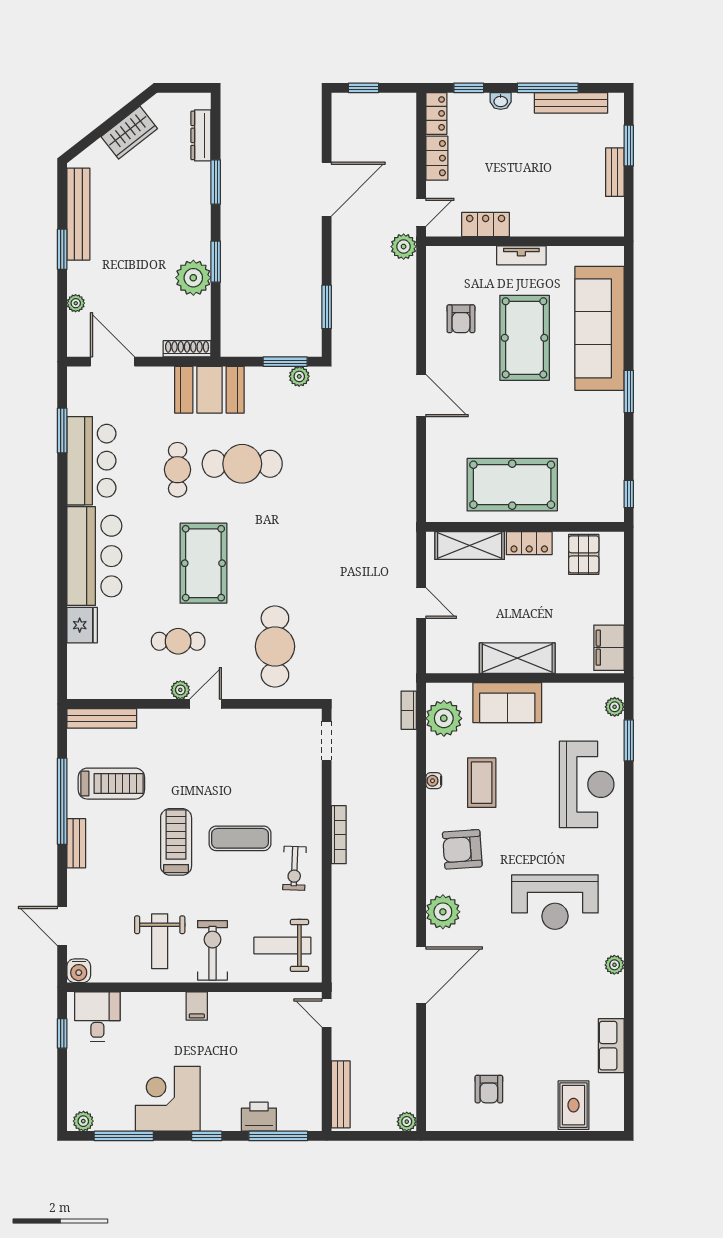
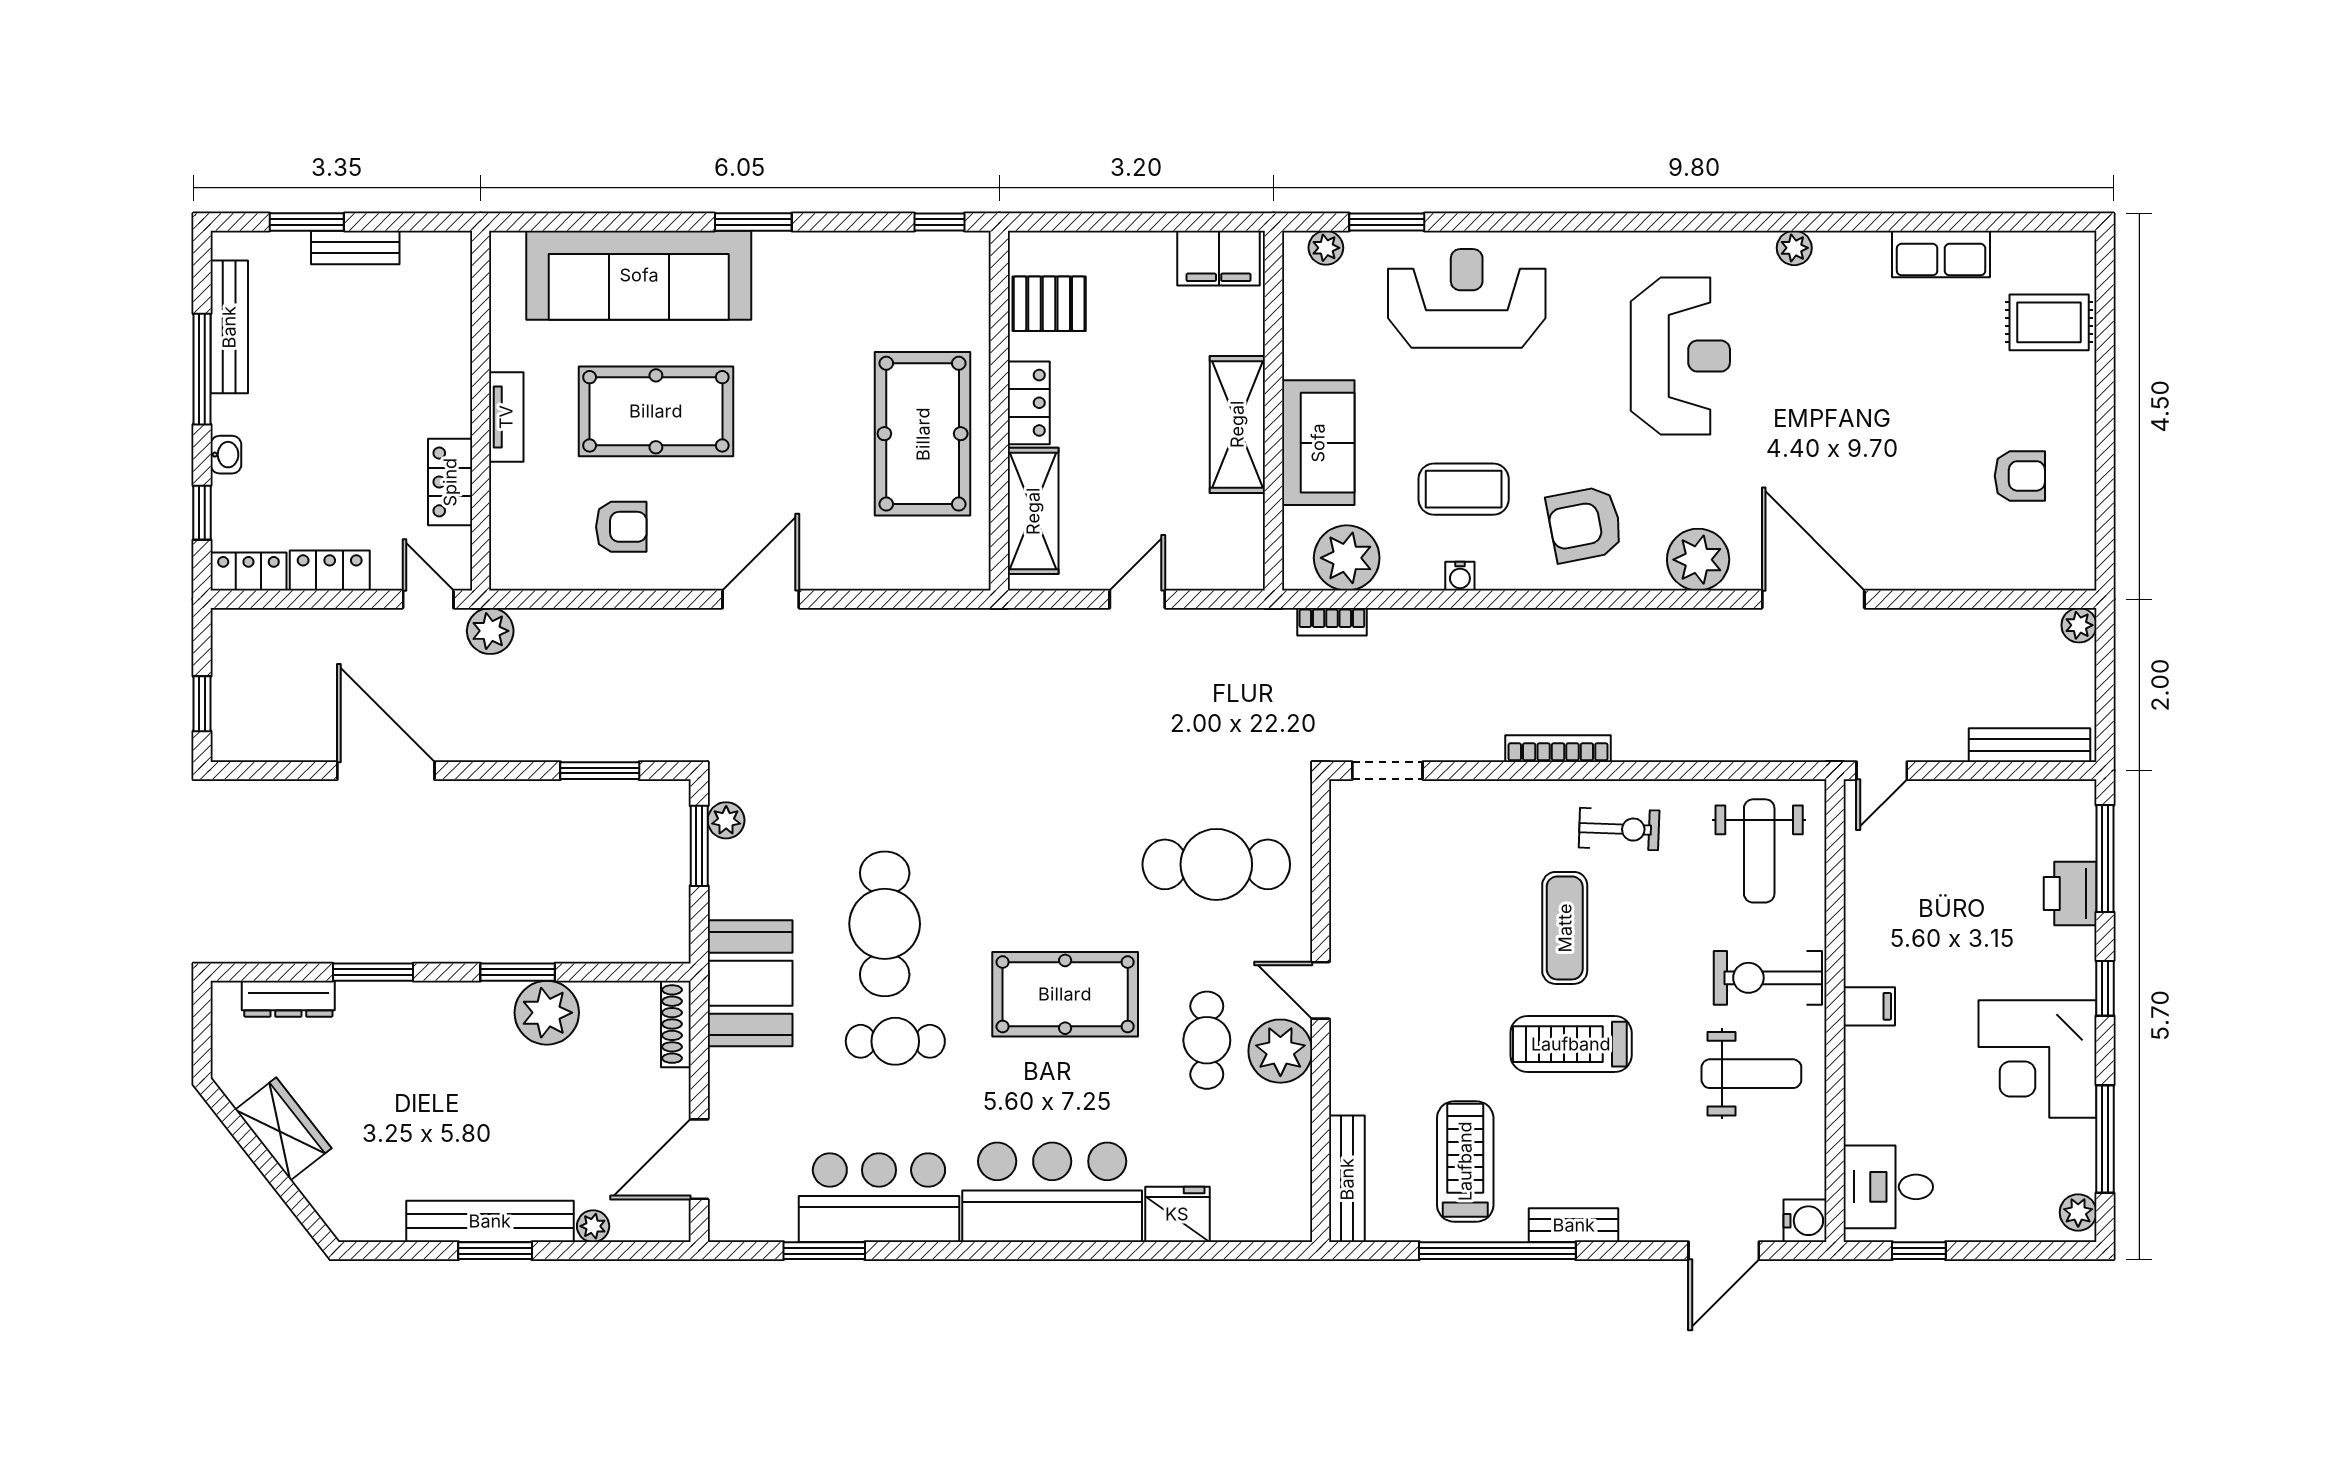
bench: (78, 214) -> (490, 1221), moved
plant: (180, 690) -> (1280, 1051), width x1.88, depth x1.88
armchair: (462, 849) -> (1585, 524), turned 83

